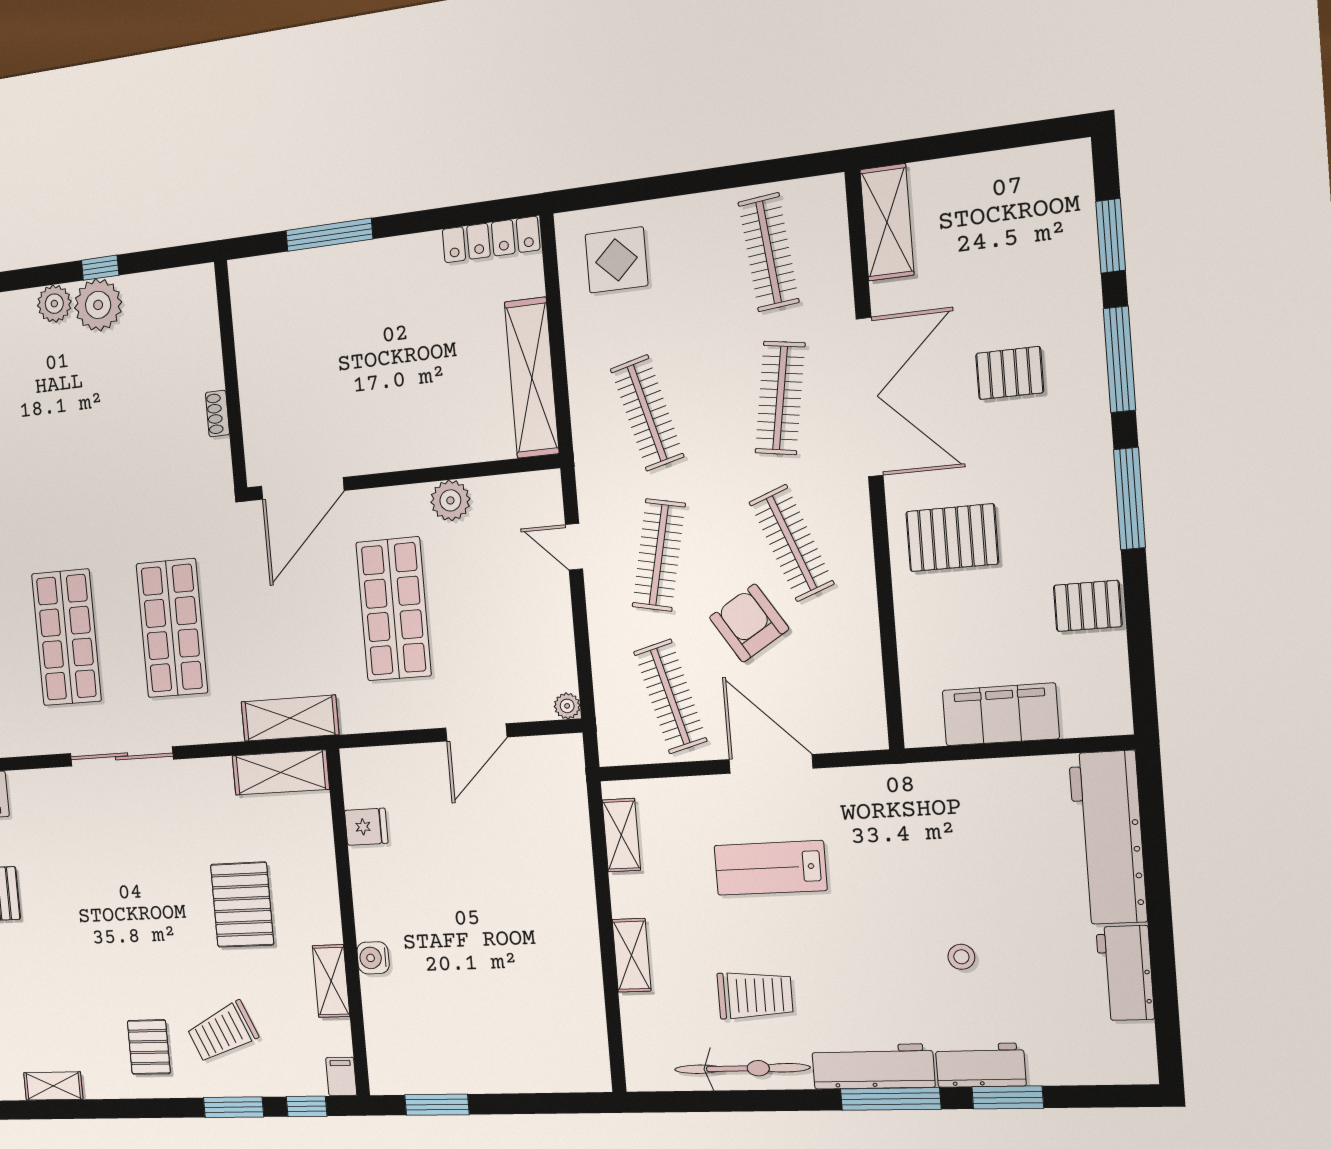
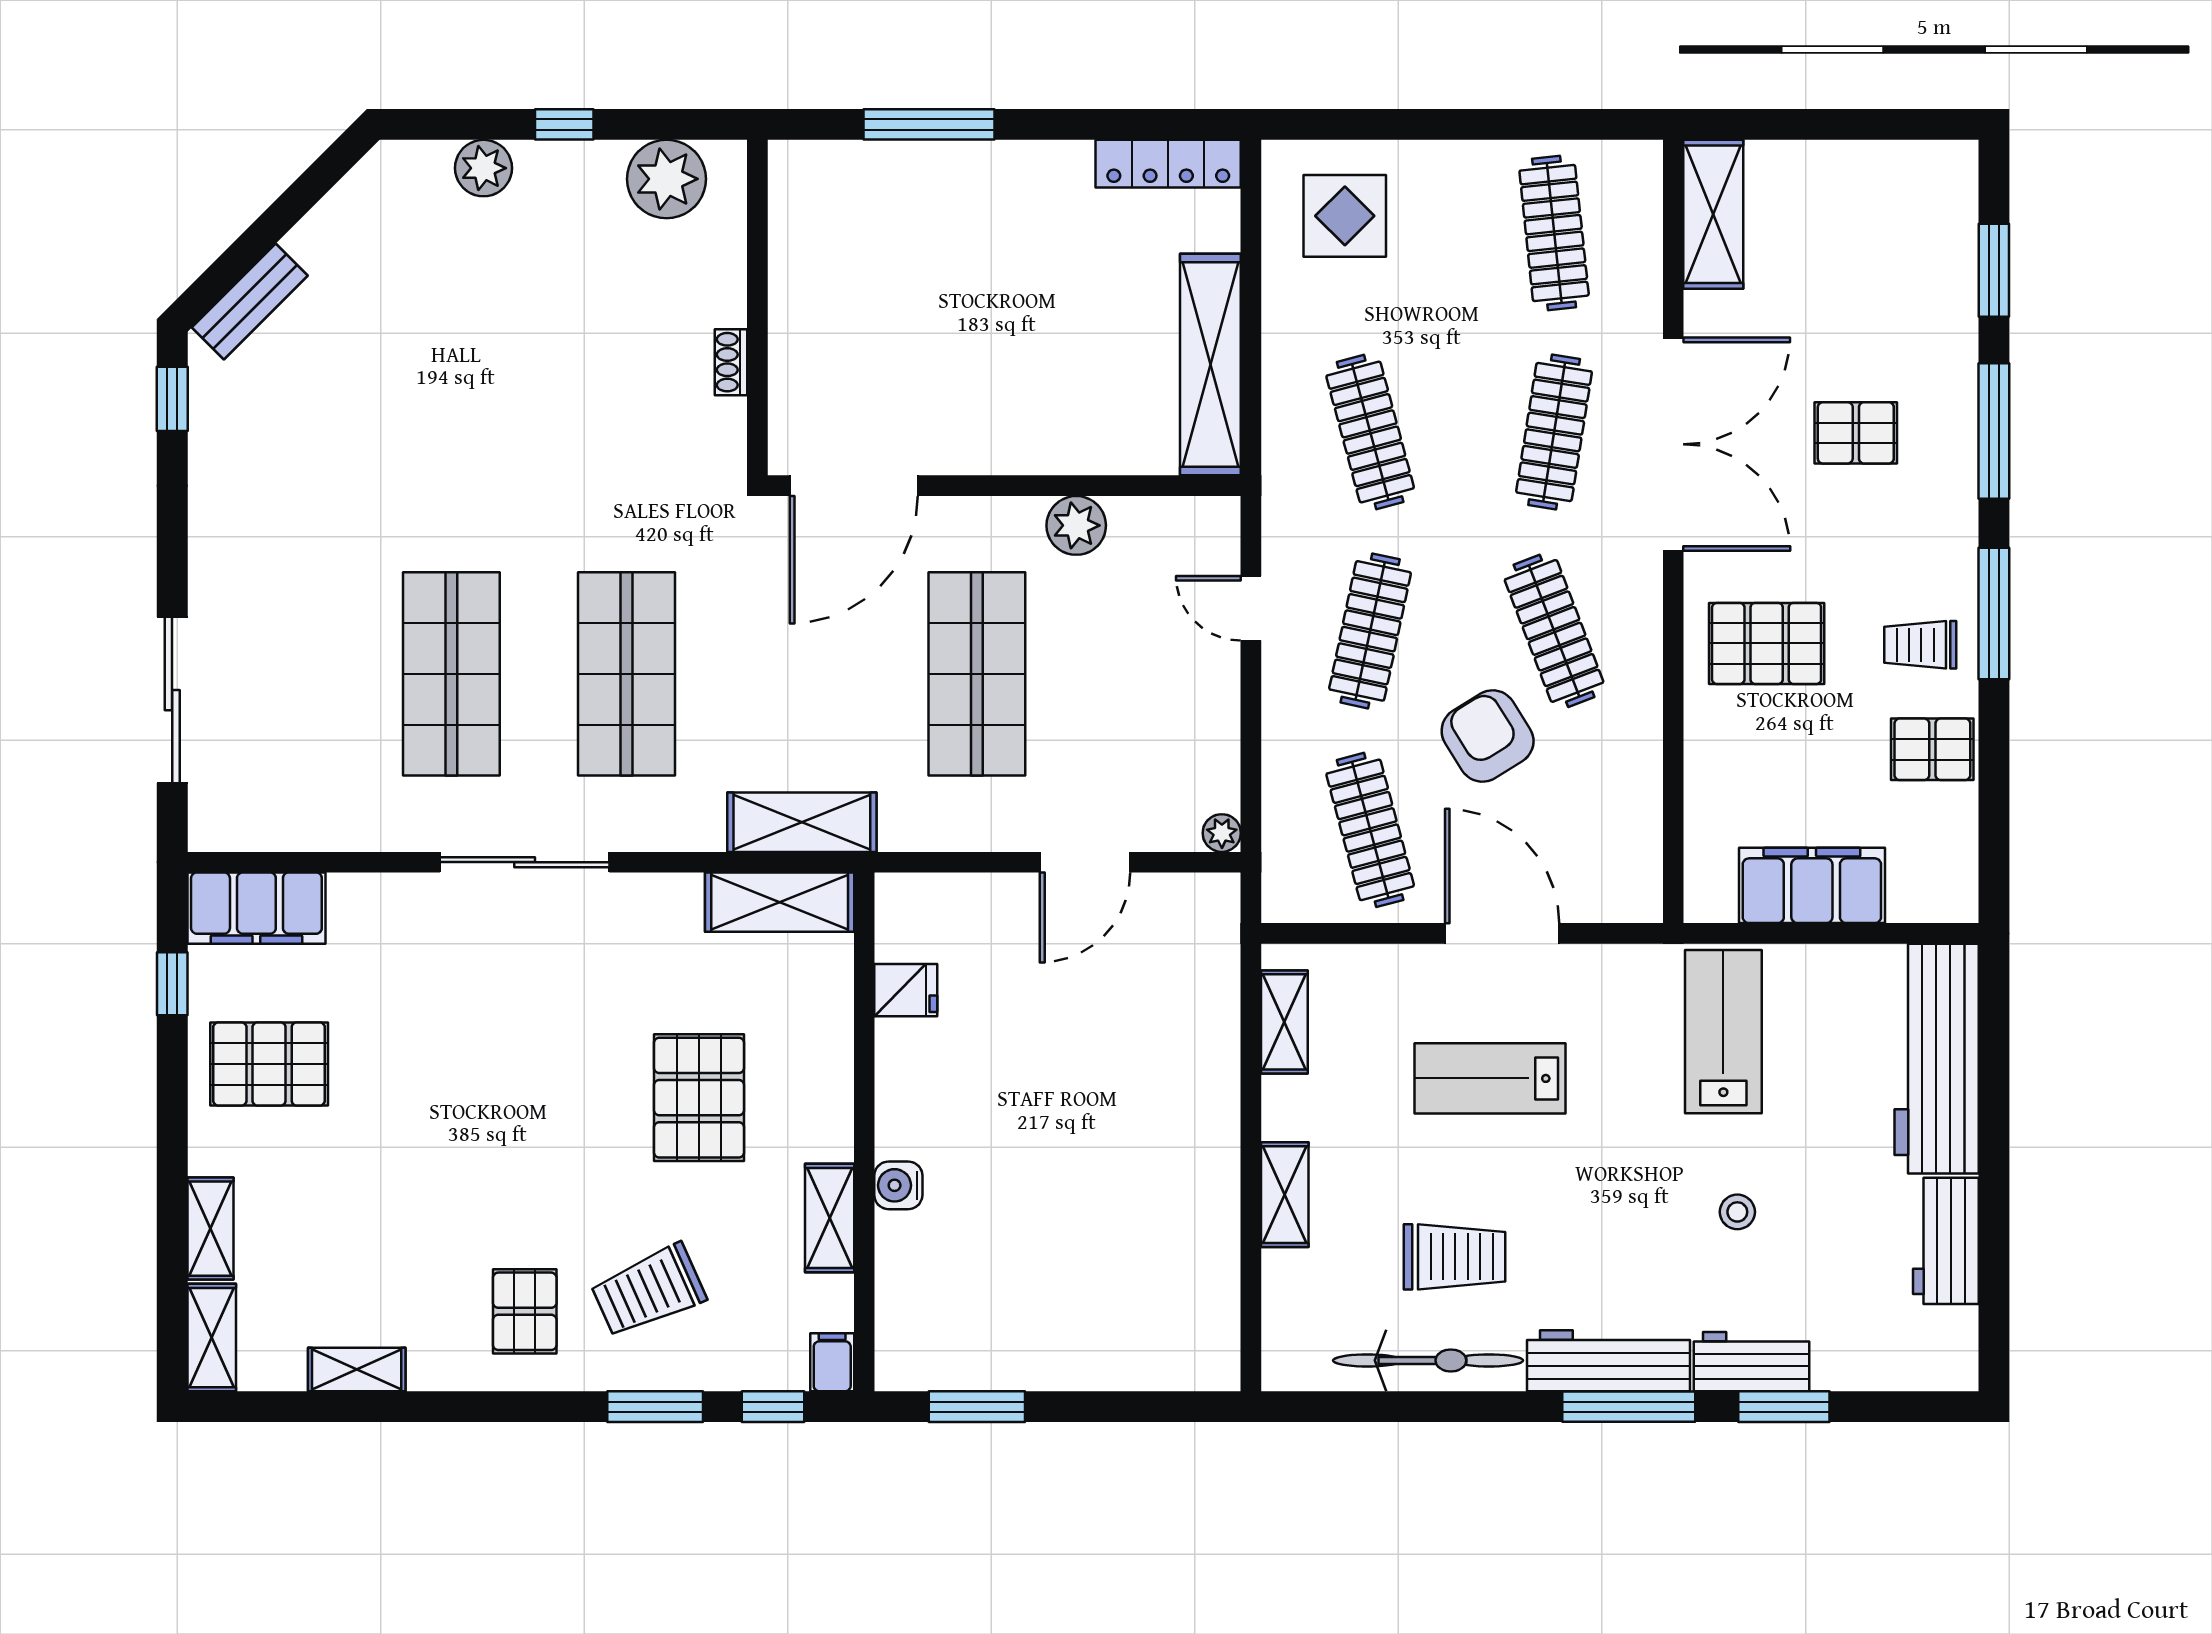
plant: (98, 305) -> (667, 179), moved
trolley: (1072, 528) -> (1920, 645), added
lab bench: (941, 826) -> (1723, 1032), added

